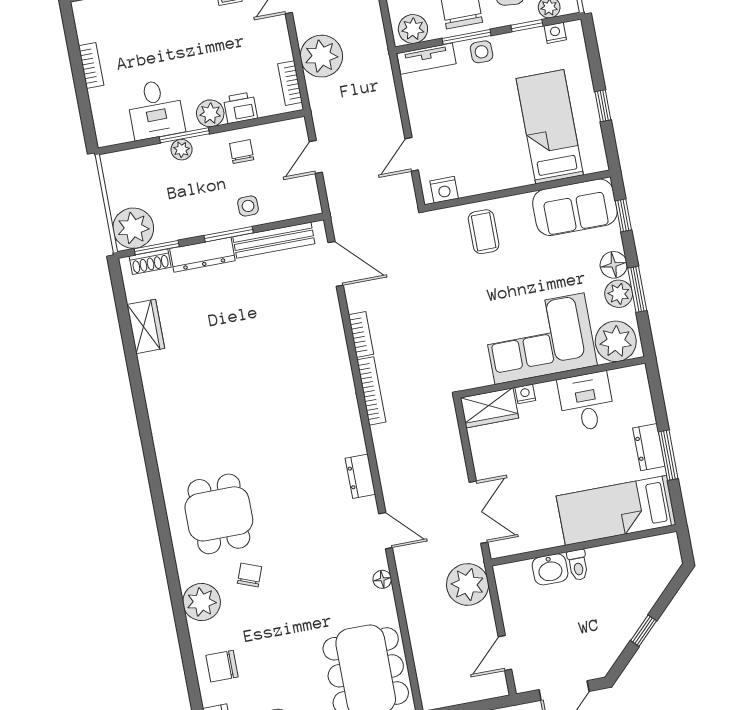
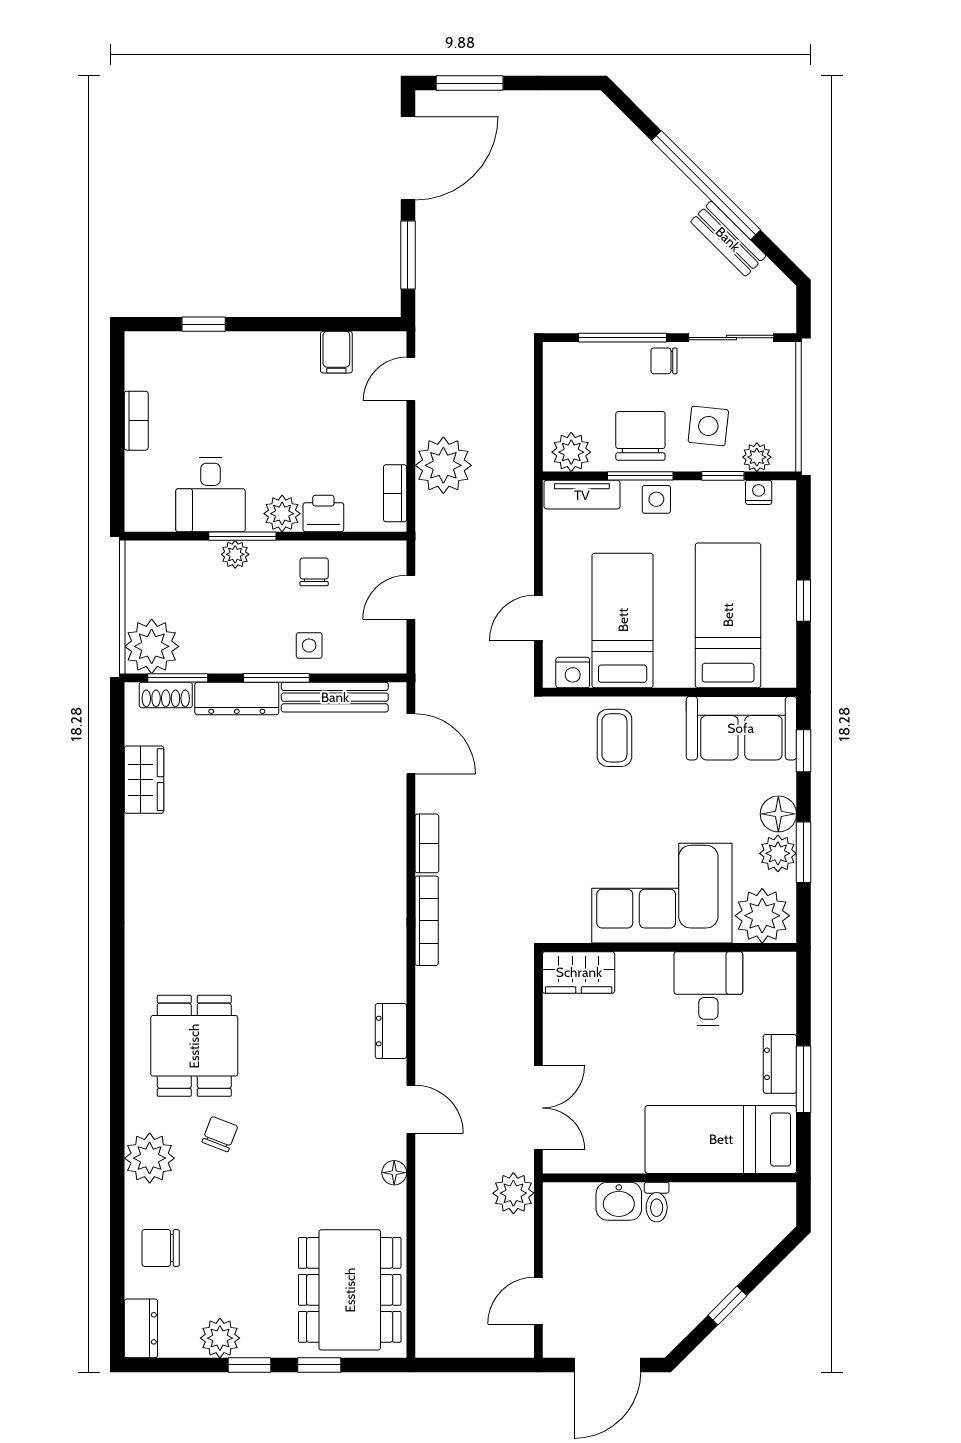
bed: (473, 145) -> (623, 620), added
nightstand: (525, 394) -> (629, 963), removed
plant: (468, 584) -> (513, 1193), width x0.73, depth x0.73

